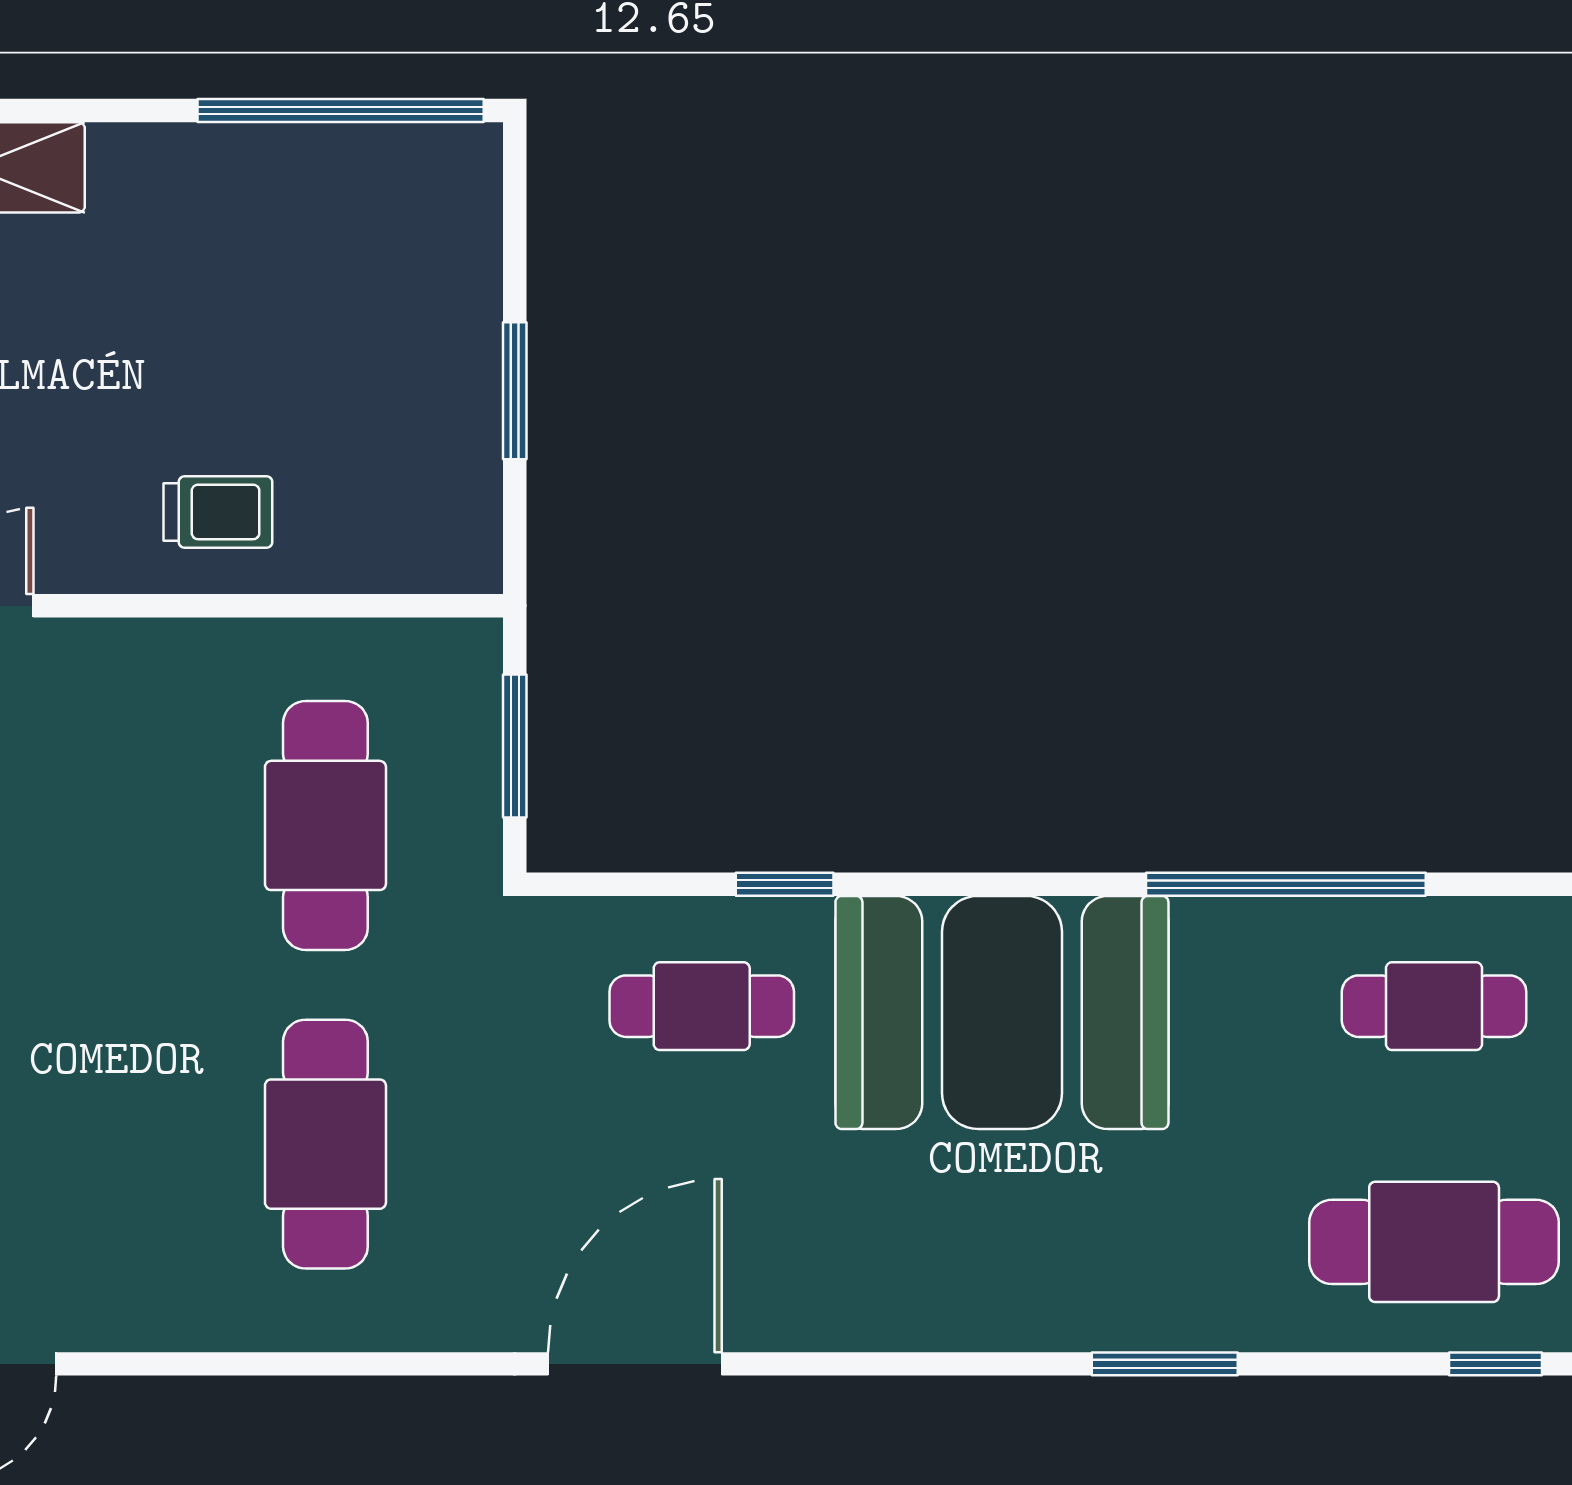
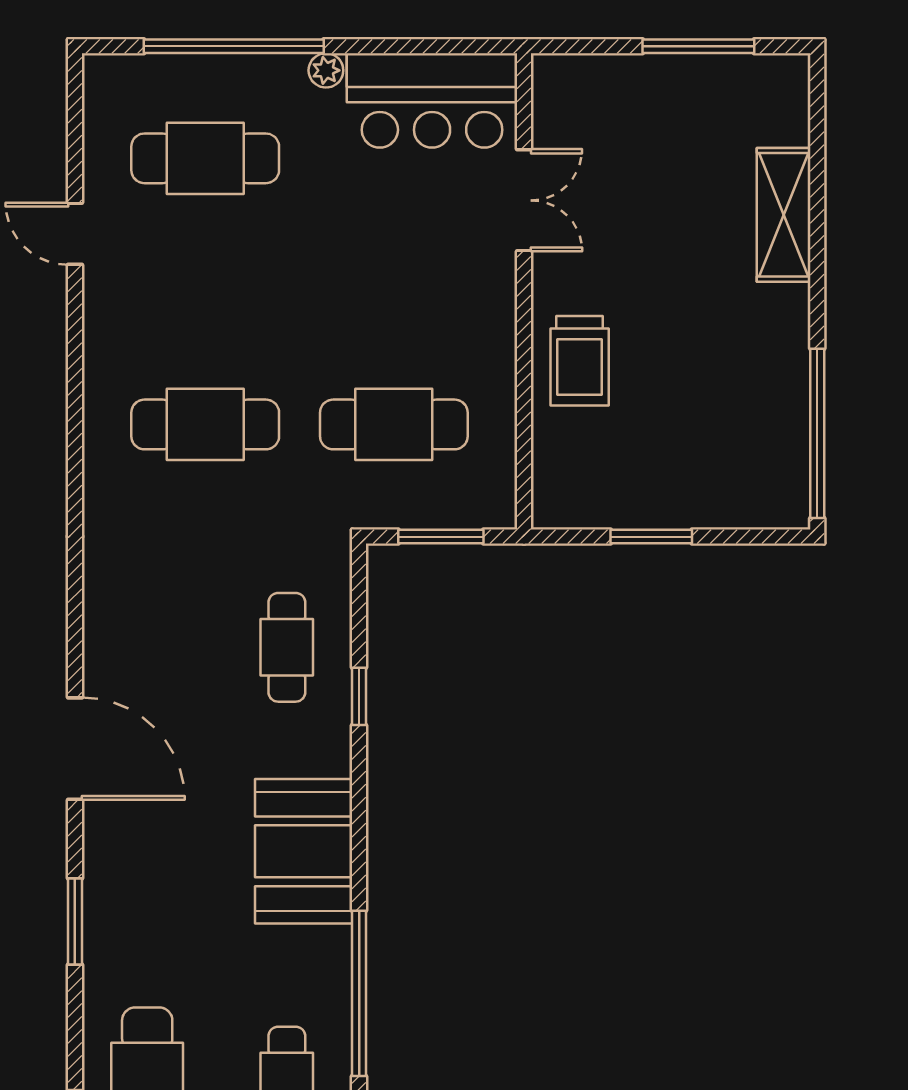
trolley: (218, 512) -> (580, 361), width x1.36, depth x1.39
booth: (1002, 1012) -> (304, 851), width x0.73, depth x0.70
door: (635, 1364) -> (75, 749), moved

